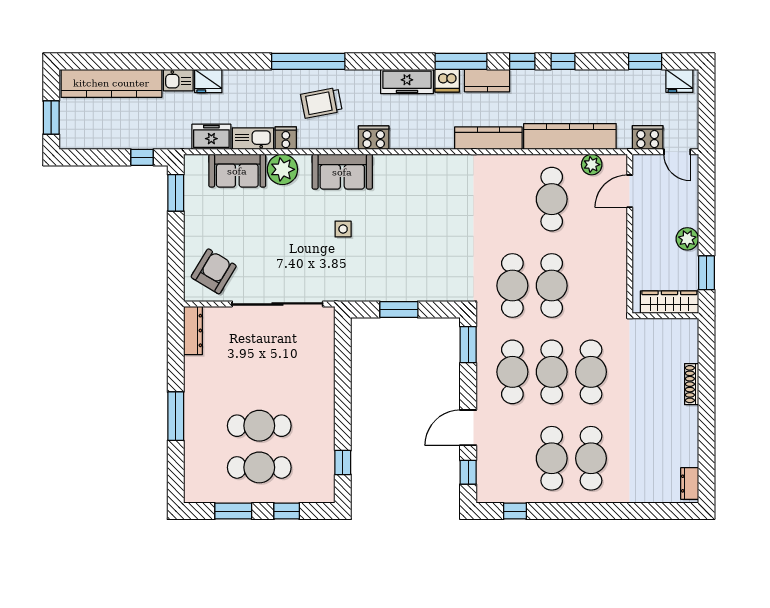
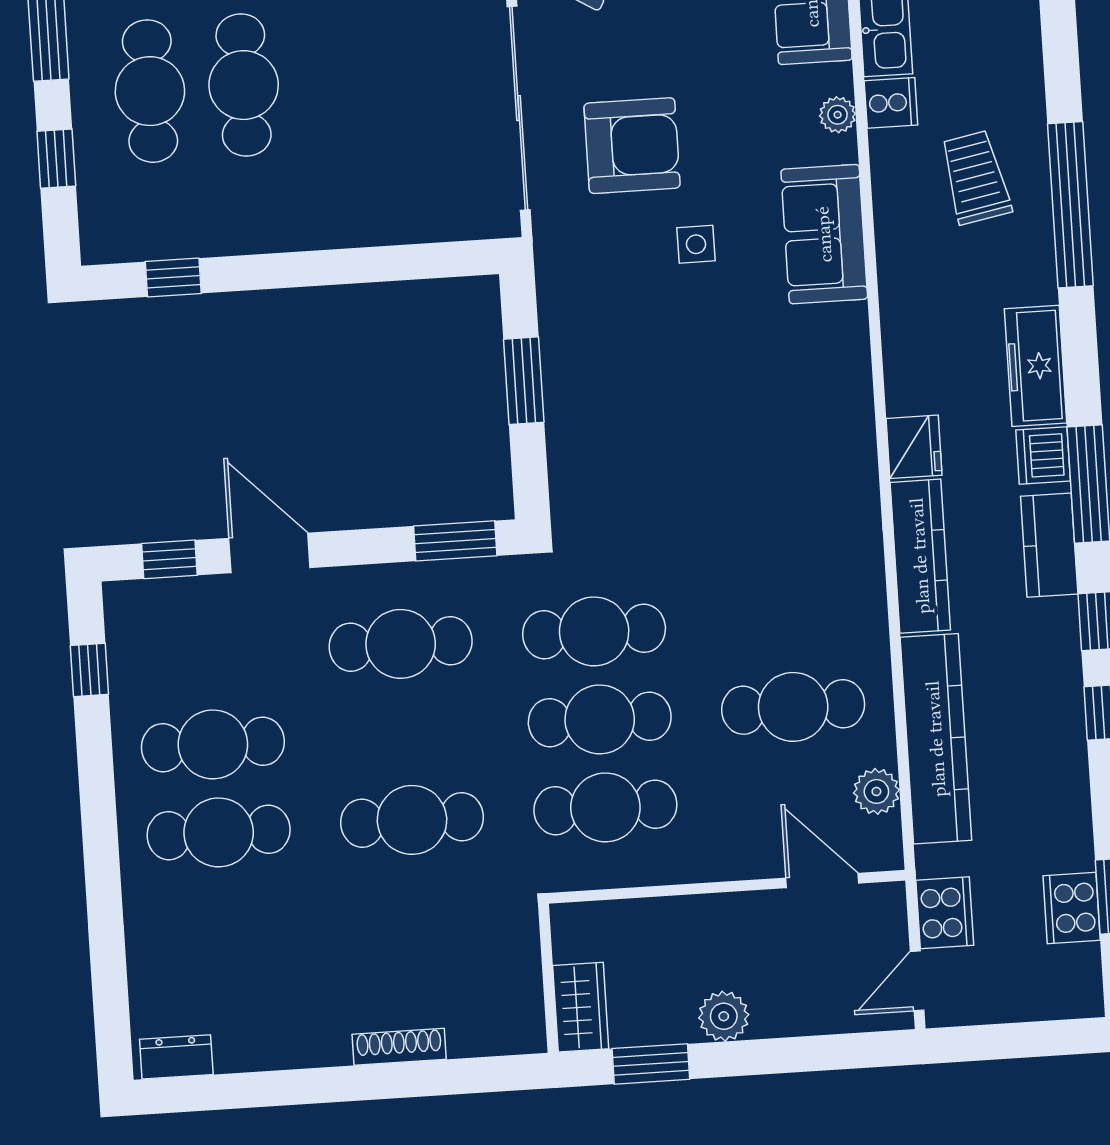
window: (308, 61) -> (1070, 205), moved
fridge: (679, 81) -> (914, 447), moved, turned 180
cooker: (374, 138) -> (1072, 908), moved, turned 180
plant: (282, 169) -> (838, 115), width x0.53, depth x0.53
armchair: (297, 255) -> (632, 146), added
wardrobe: (669, 302) -> (581, 1007), width x0.67
cafe table: (552, 372) -> (605, 807), moved

